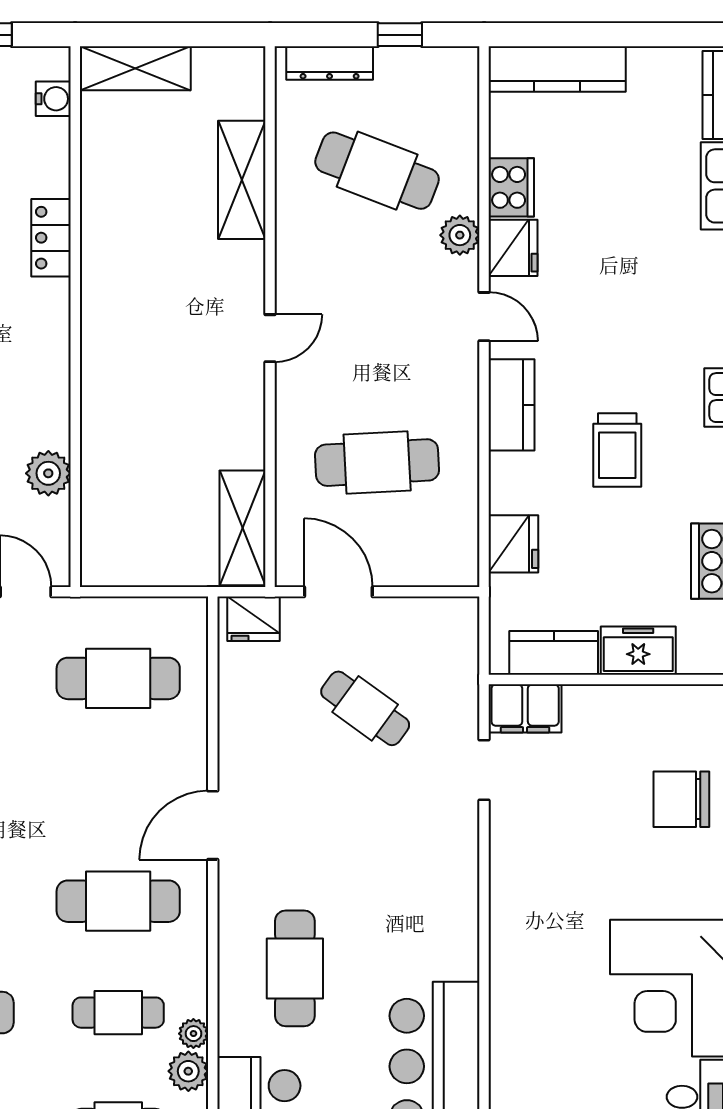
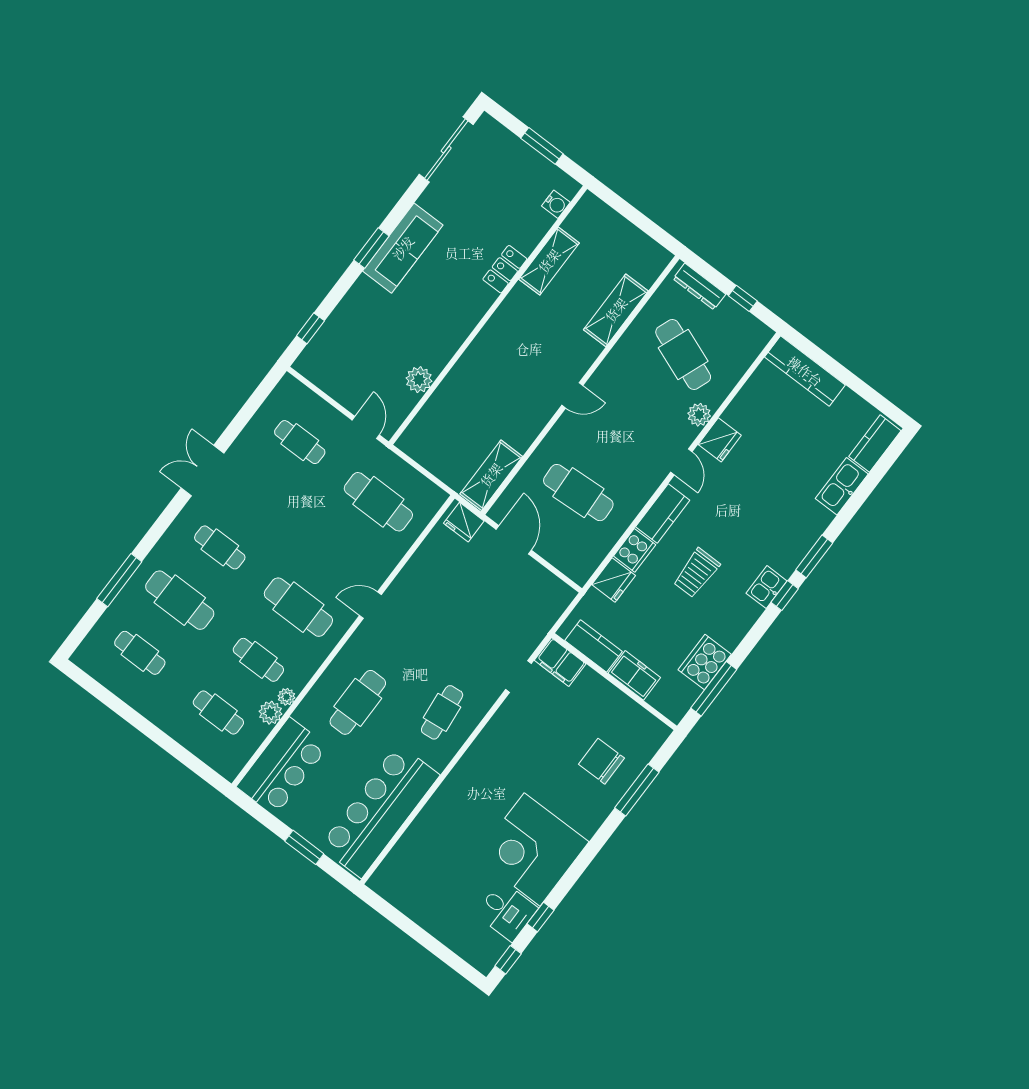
shelving: (135, 68) -> (549, 261), moved, turned 90
cooker: (511, 187) -> (635, 550), moved
cafe table: (365, 708) -> (442, 712), moved, turned 48
door: (213, 825) -> (370, 605), width x0.73

